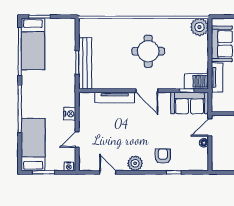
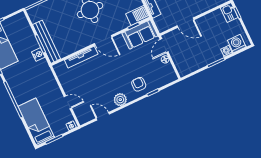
nightstand: (70, 114) -> (38, 54), moved
door: (77, 139) -> (68, 102), swing flipped

